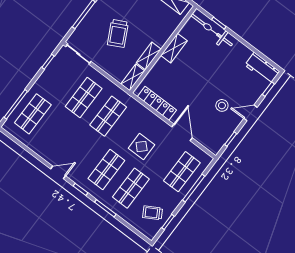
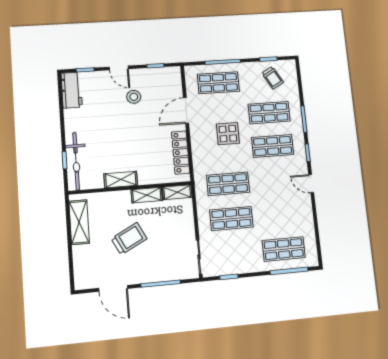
trolley: (118, 33) -> (129, 239), moved

